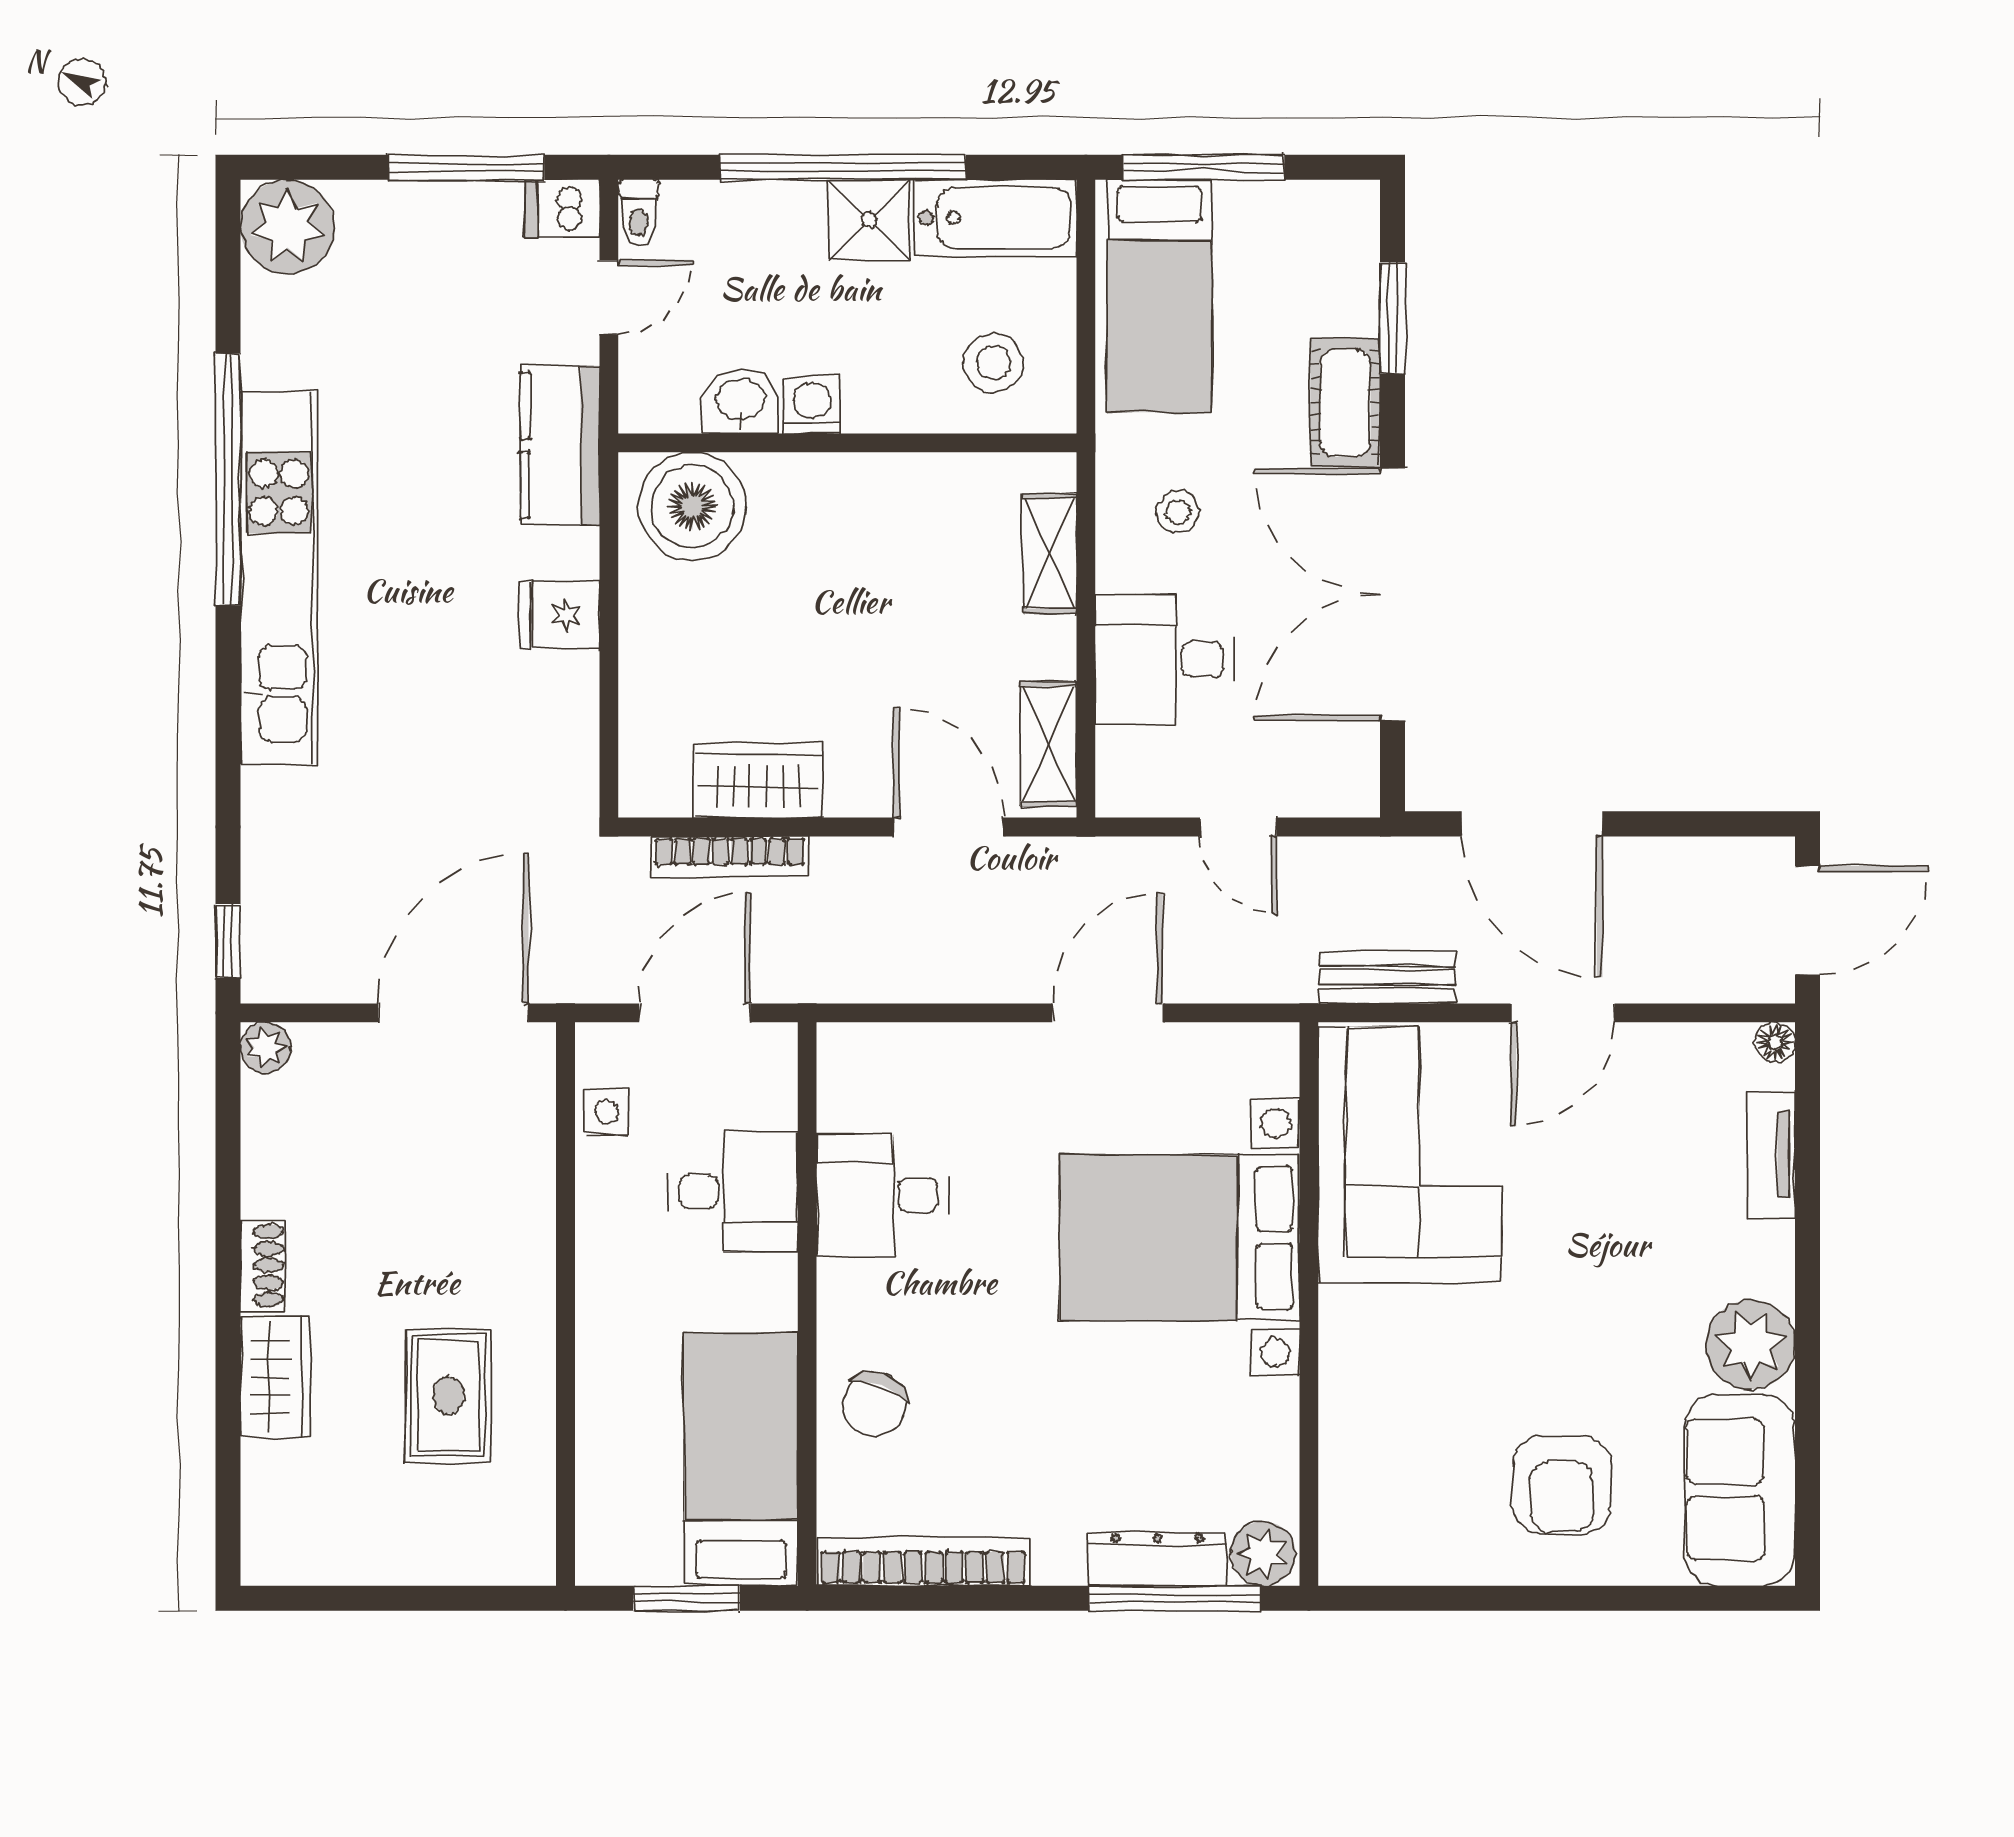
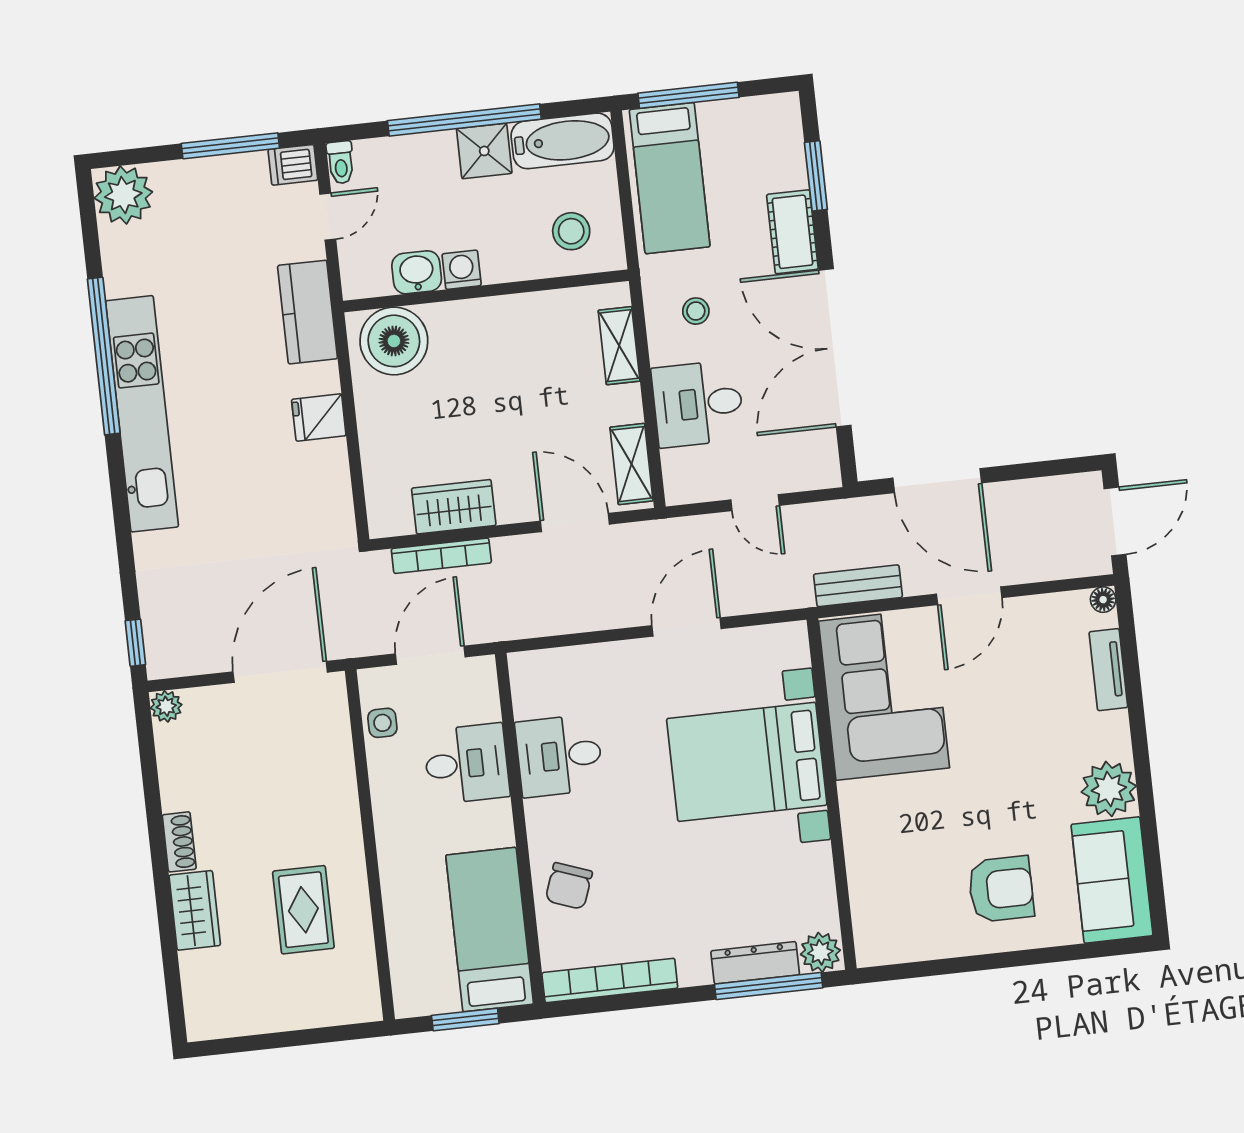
armchair: (1562, 1485) -> (1001, 889), turned -90

